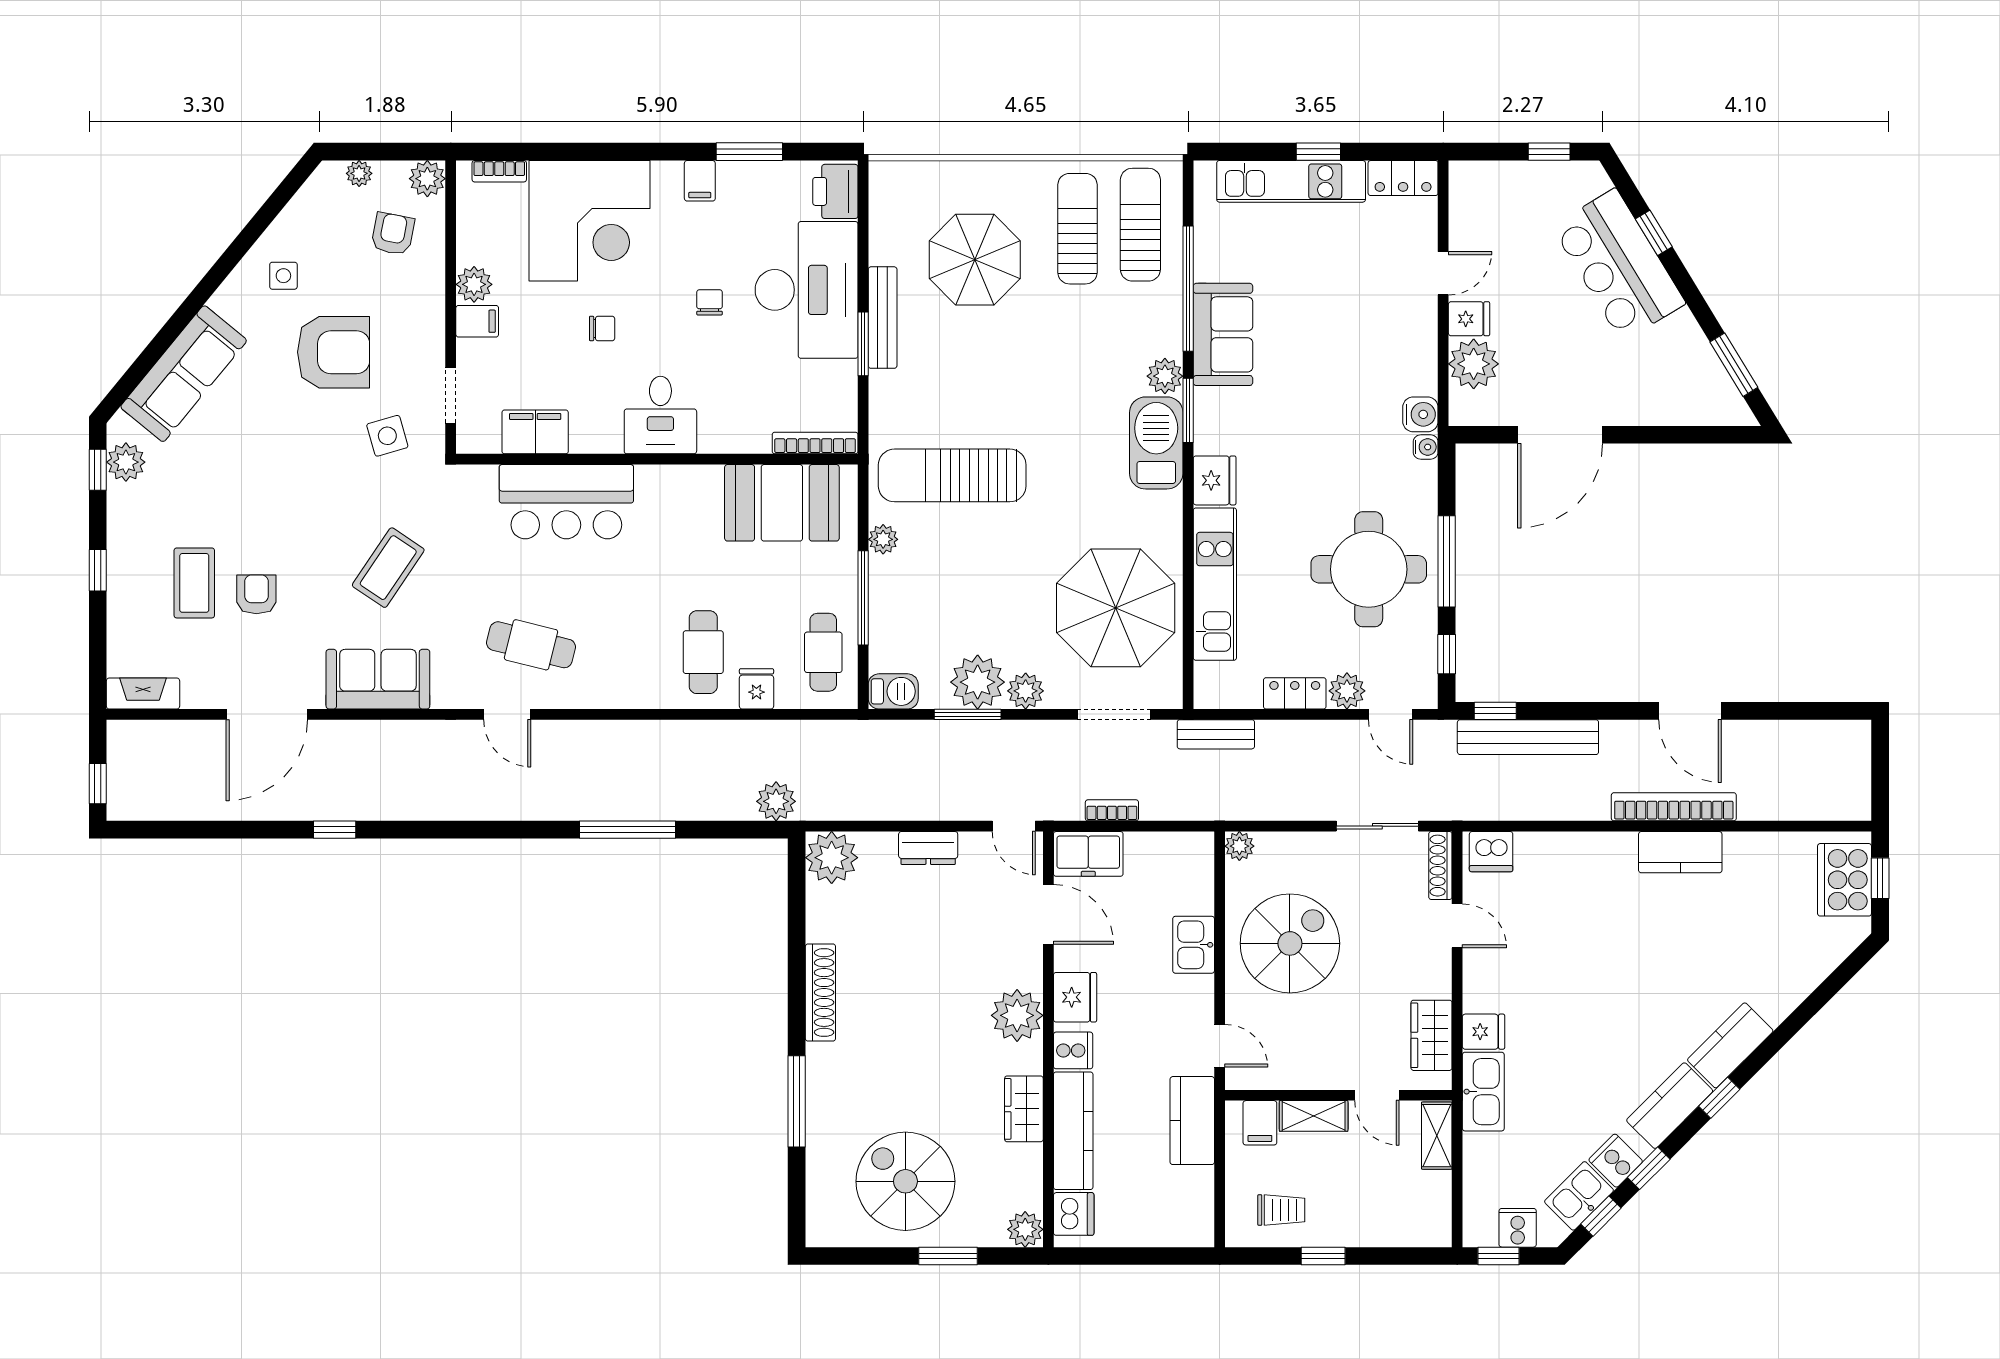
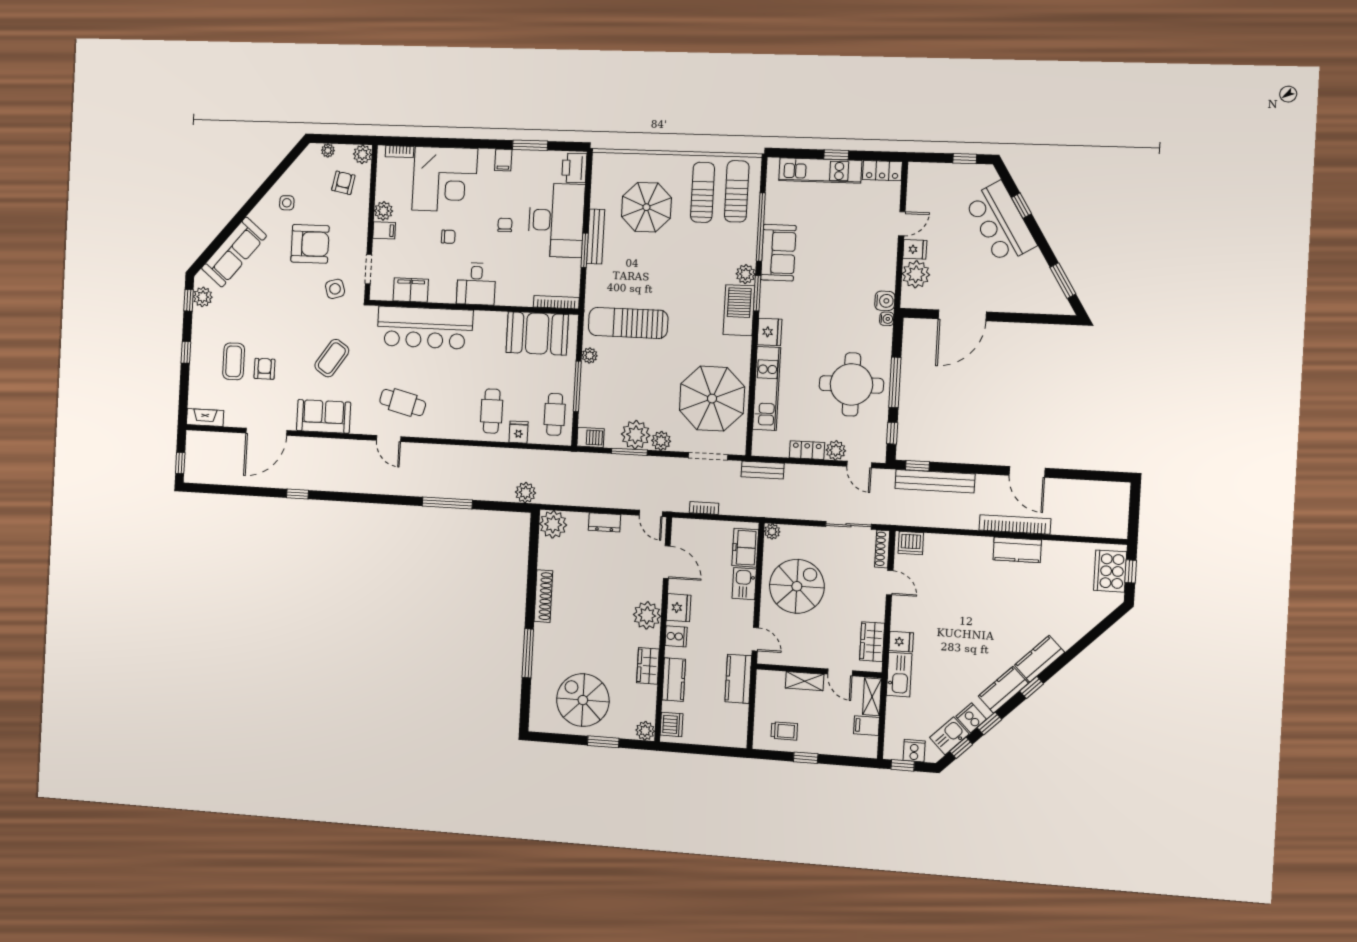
bar counter: (566, 502) -> (425, 328), width x1.36
freezer: (1088, 854) -> (745, 548), moved, turned 90
filing cabinet: (1260, 1123) -> (866, 726), moved, turned 90
kitchen counter: (1073, 1131) -> (674, 680), width x0.67

